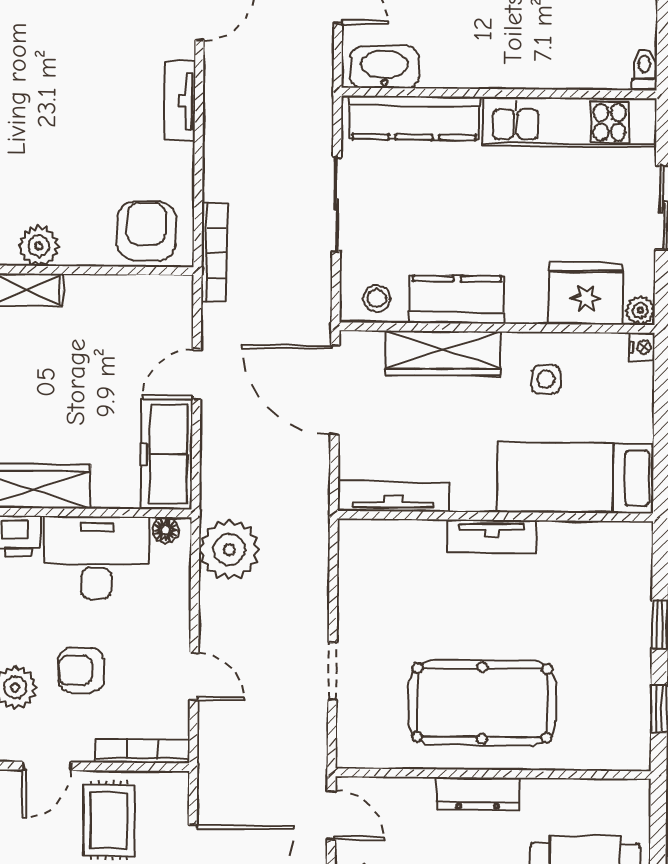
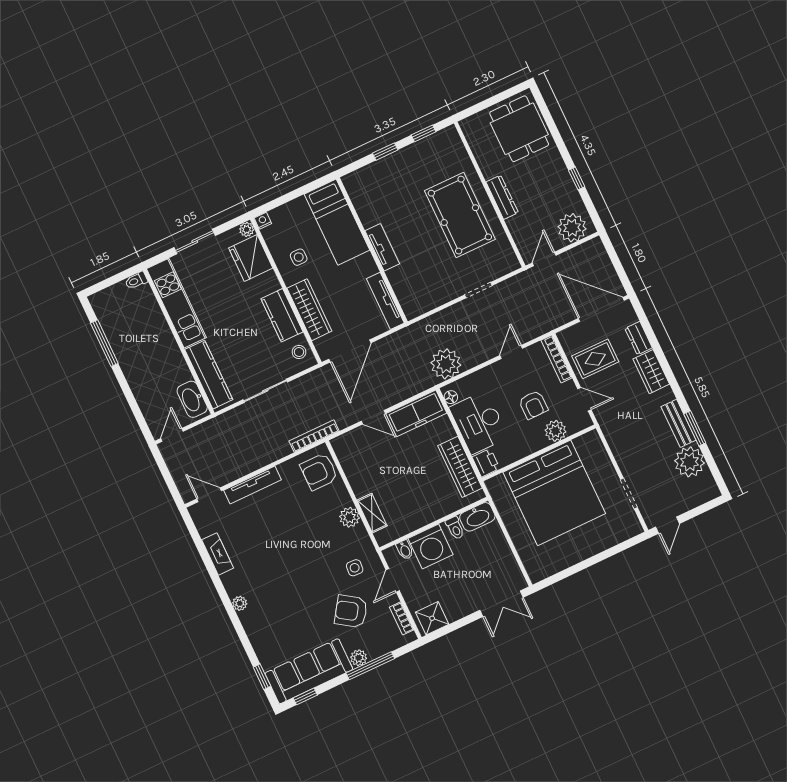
tv unit: (180, 101) -> (252, 485), width x1.41

